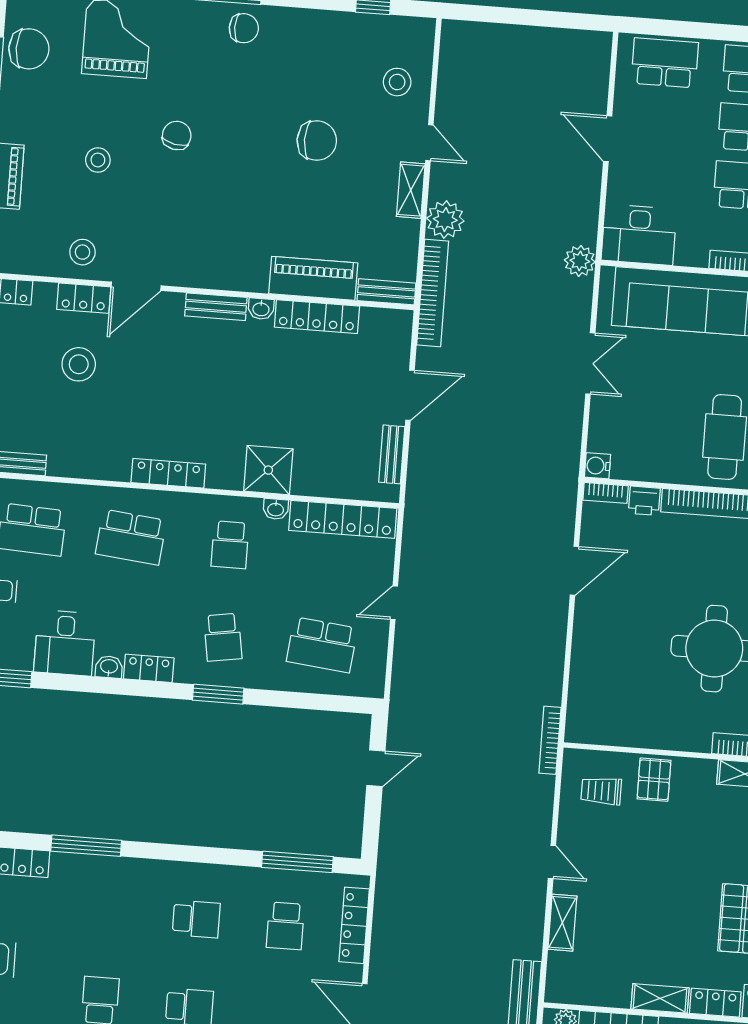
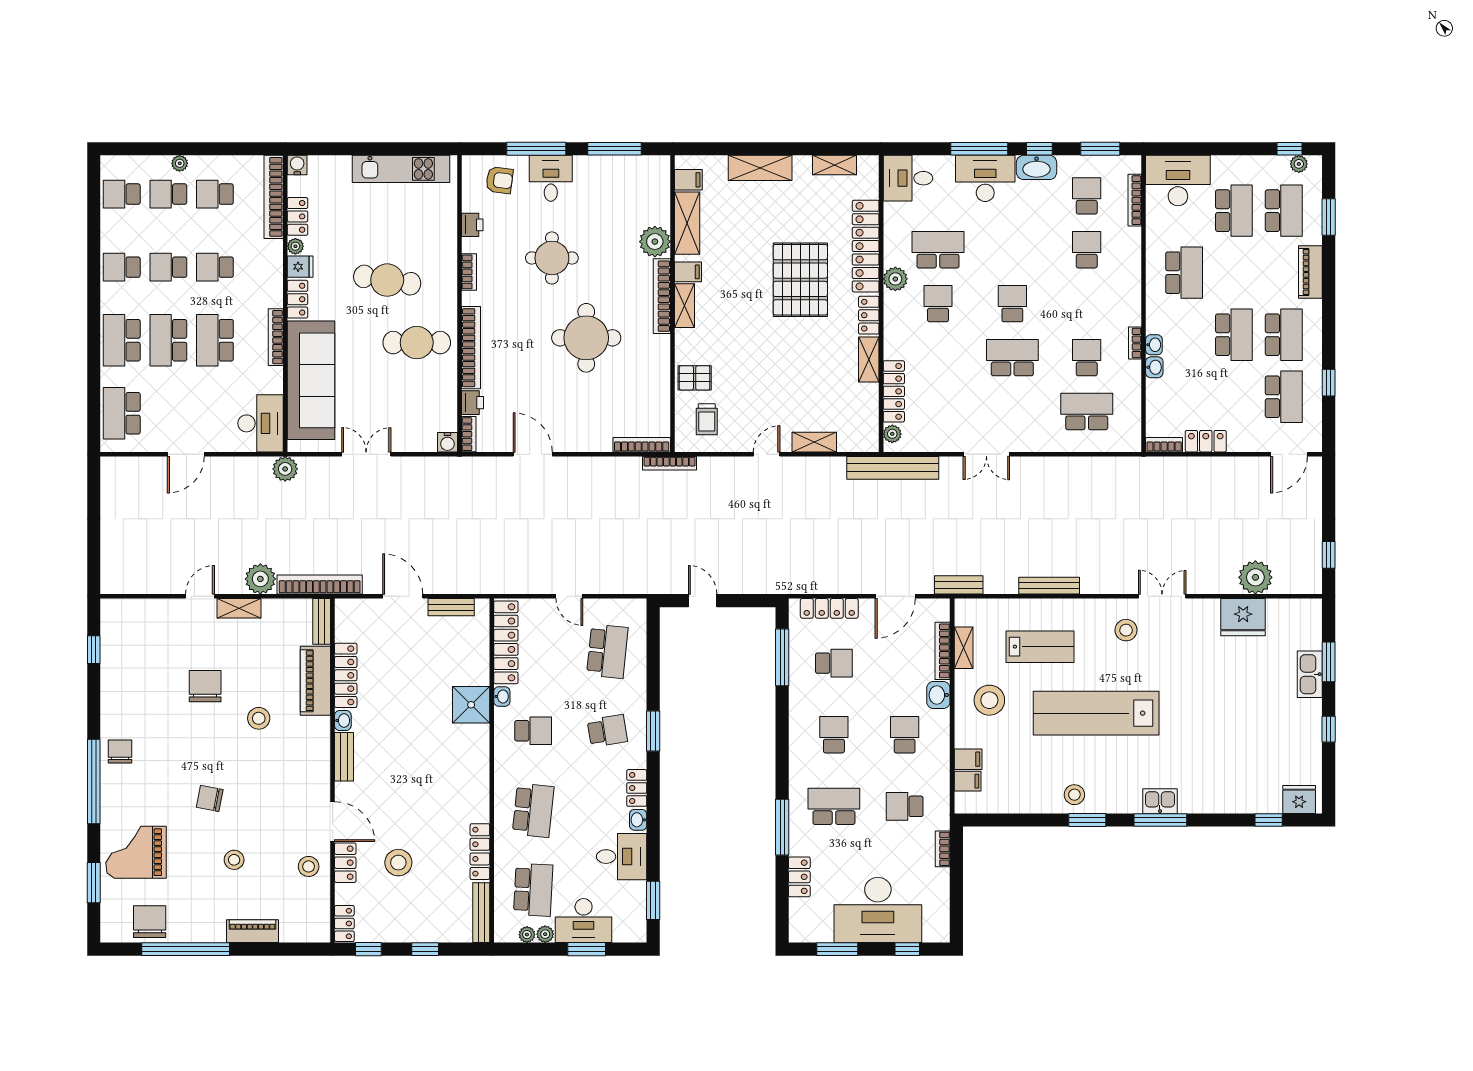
stool: (397, 82) -> (259, 718), moved
locker: (168, 473) -> (480, 852), moved
bookcase: (576, 707) -> (642, 445), added
school desk: (107, 912) -> (834, 806), added

